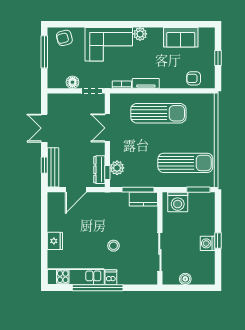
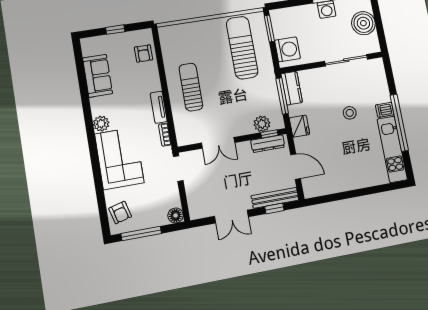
floor lamp: (72, 82) -> (176, 215), moved
sun lounger: (158, 113) -> (191, 87), width x0.73, depth x0.75
fridge: (55, 241) -> (299, 126), moved, turned 90
boiler: (185, 279) -> (363, 23), width x1.86, depth x1.86

